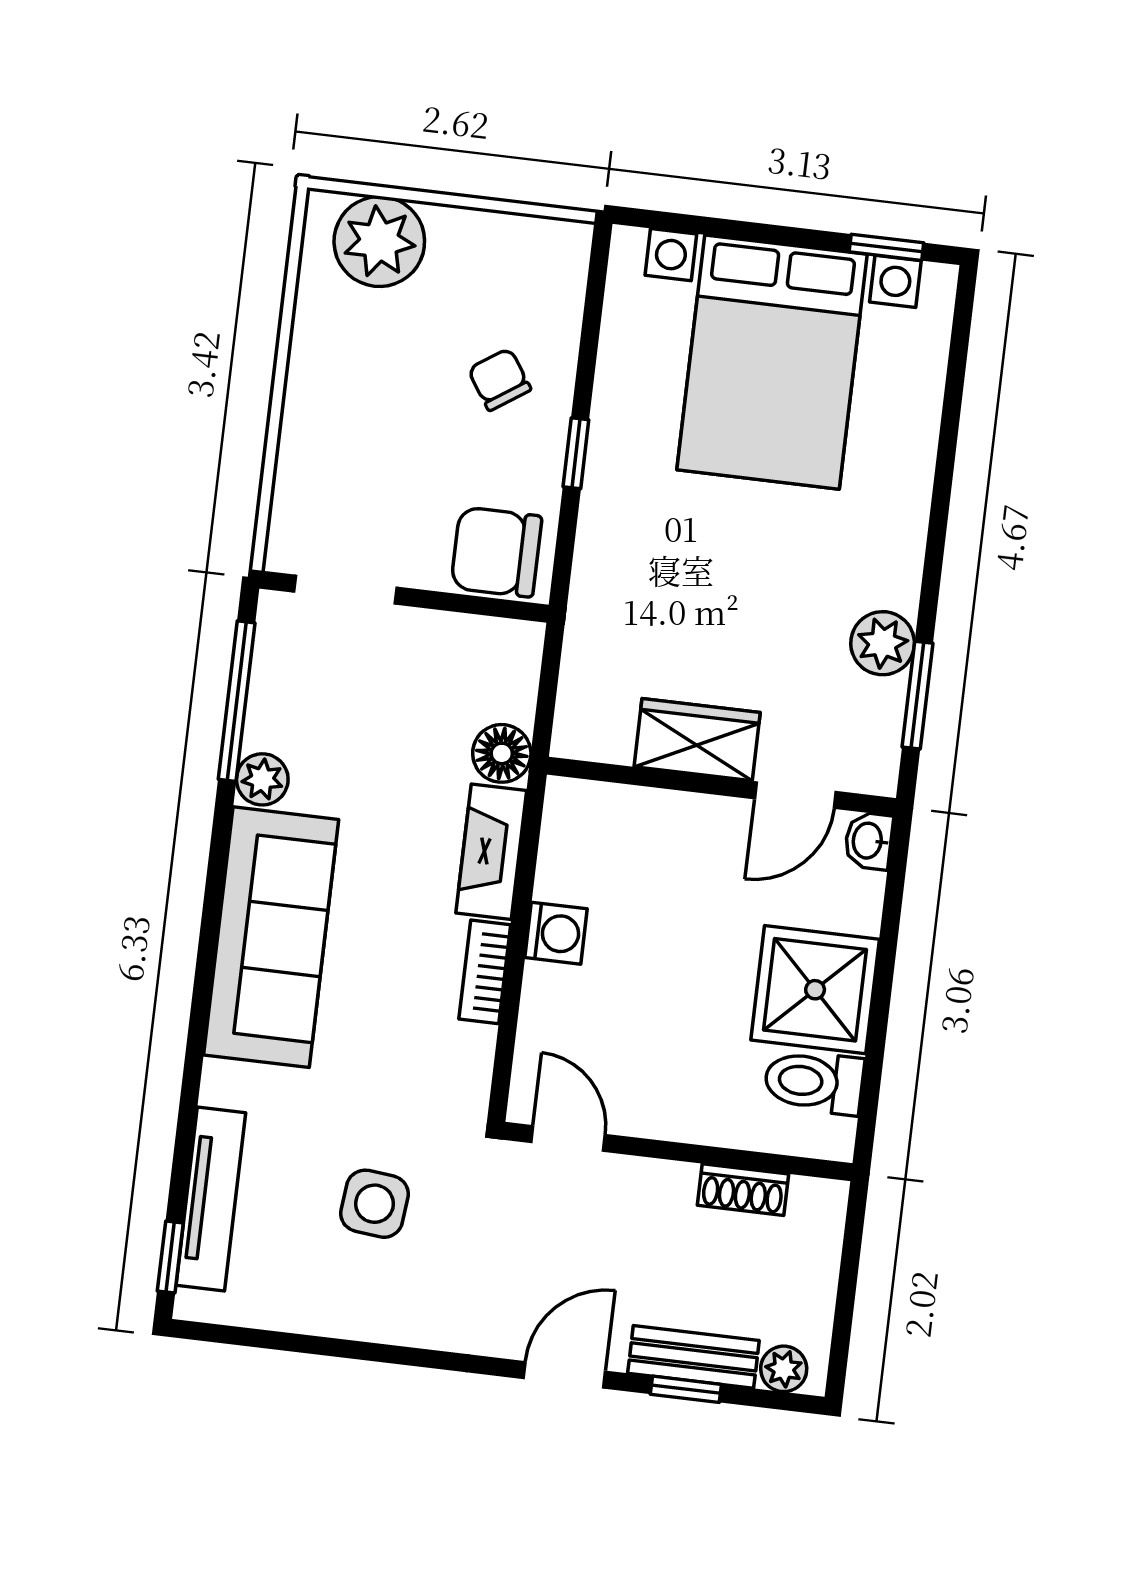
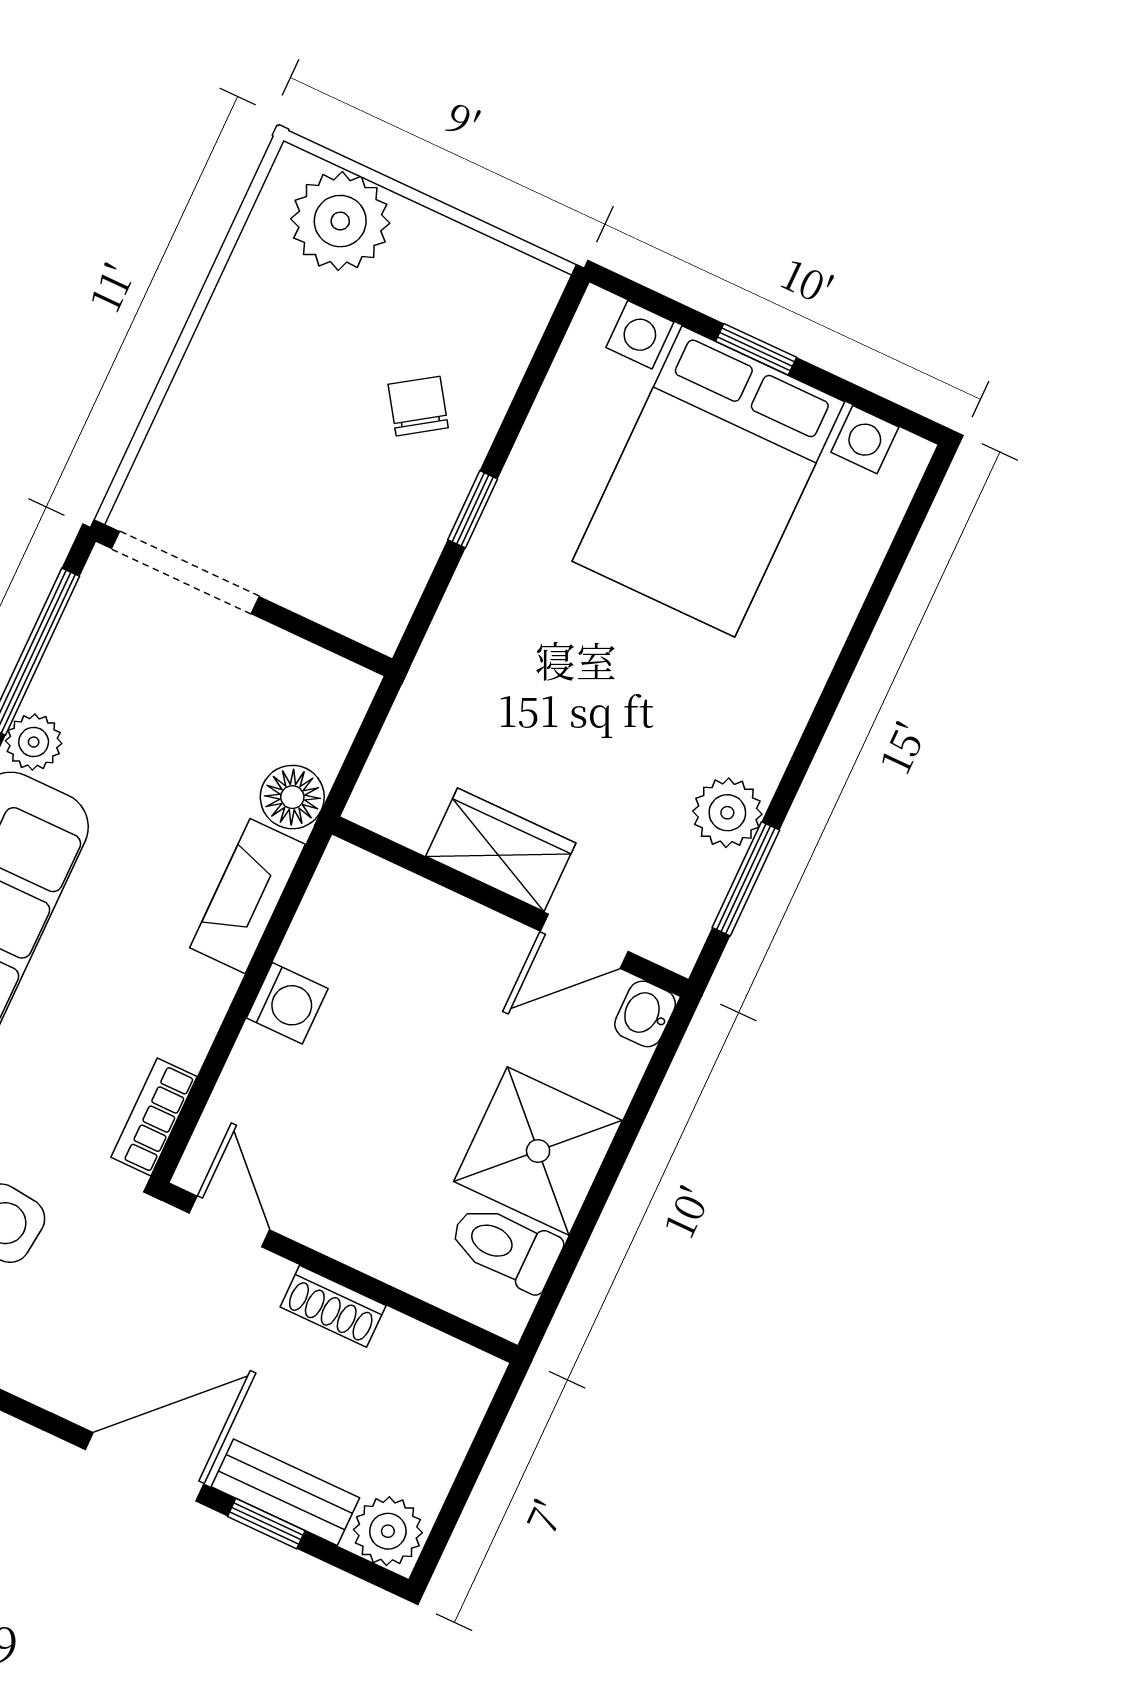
window: (886, 247) -> (756, 349), moved
chair: (496, 552) -> (356, 585), removed
doorway: (345, 590) -> (185, 573), width x1.38
bookcase: (485, 972) -> (154, 1117), moved
shoe rack: (743, 1190) -> (333, 1306), moved
plant: (784, 1369) -> (388, 1531), width x1.38, depth x1.38
door: (564, 1375) -> (145, 1467), width x1.38

